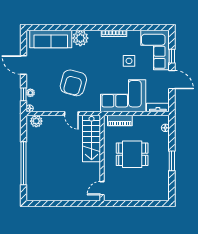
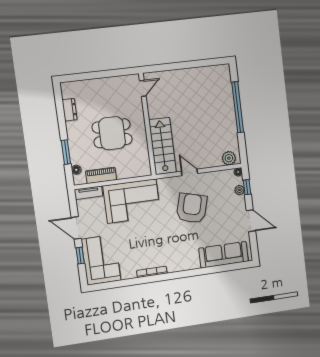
plant: (80, 38) -> (190, 261), removed
side table: (129, 61) -> (130, 243), removed
piano: (120, 120) -> (101, 175), moved
window: (172, 161) -> (66, 152), moved
dresser: (164, 178) -> (70, 110), added

